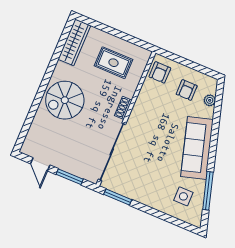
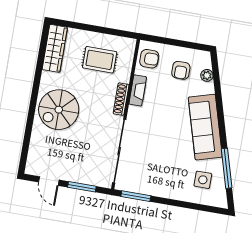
armchair: (160, 72) -> (149, 59), turned -90
fireplace: (142, 99) -> (138, 90), added
shoe rack: (123, 108) -> (121, 99), width x1.43

